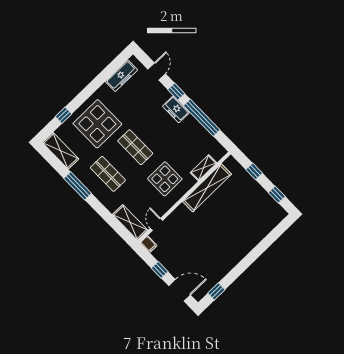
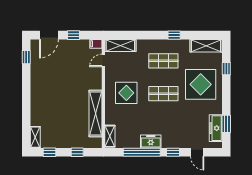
window: (109, 70) -> (226, 124), added
freezer: (176, 109) -> (151, 141), moved
shelving: (203, 168) -> (110, 136), moved
window: (78, 186) -> (174, 35), width x0.46
shelving: (276, 219) -> (35, 137), added
door: (156, 224) -> (103, 60), swing flipped

